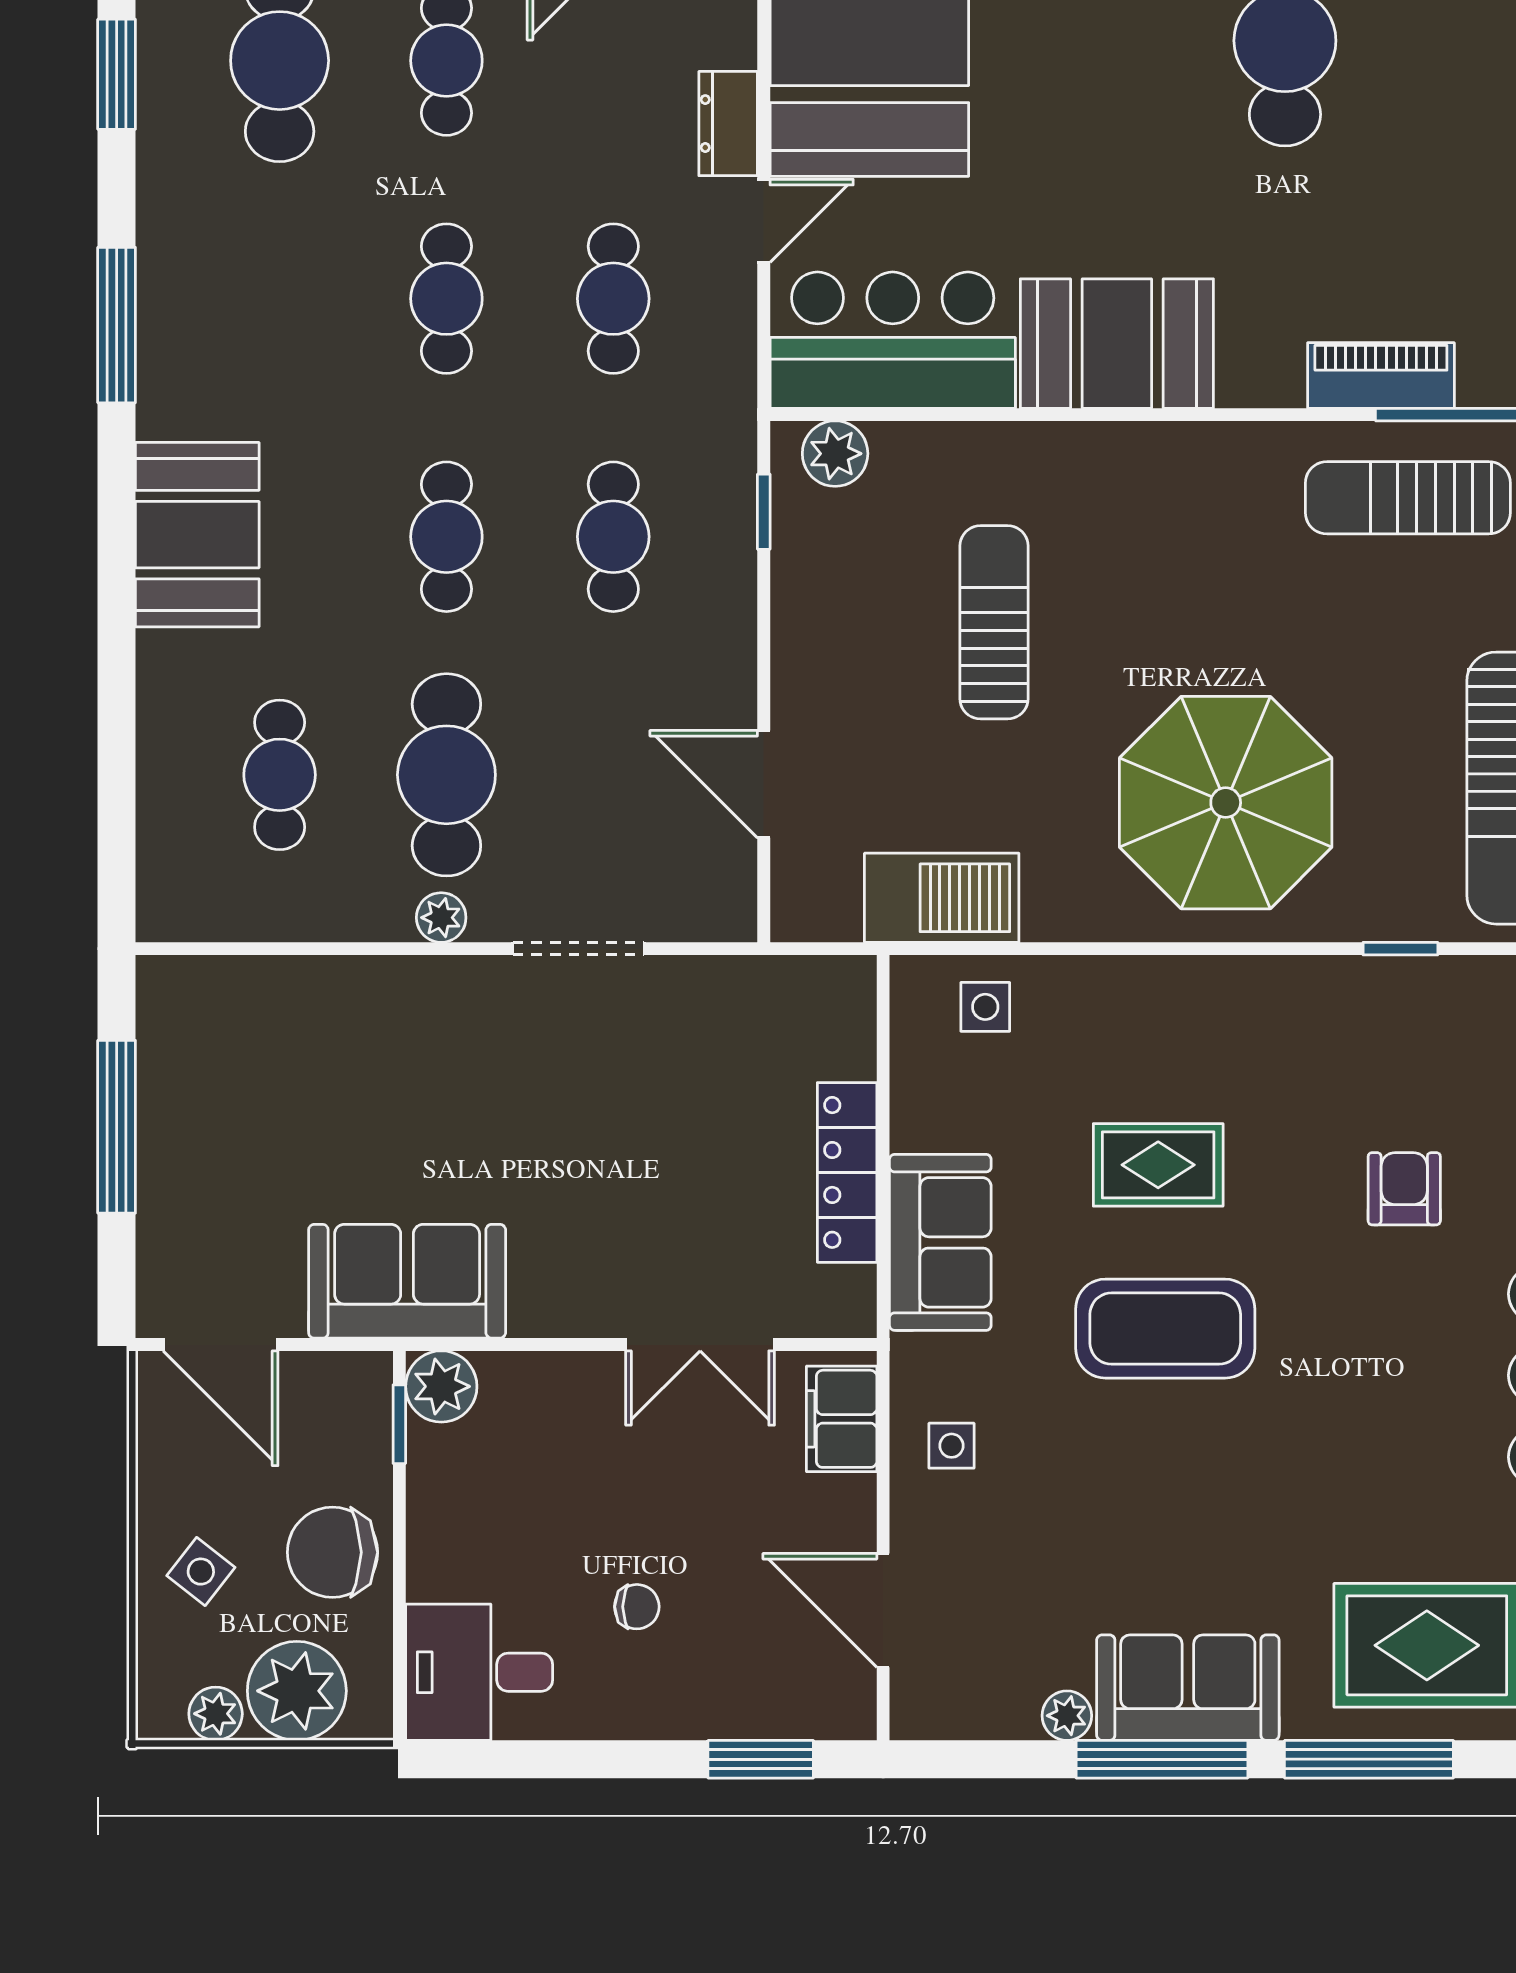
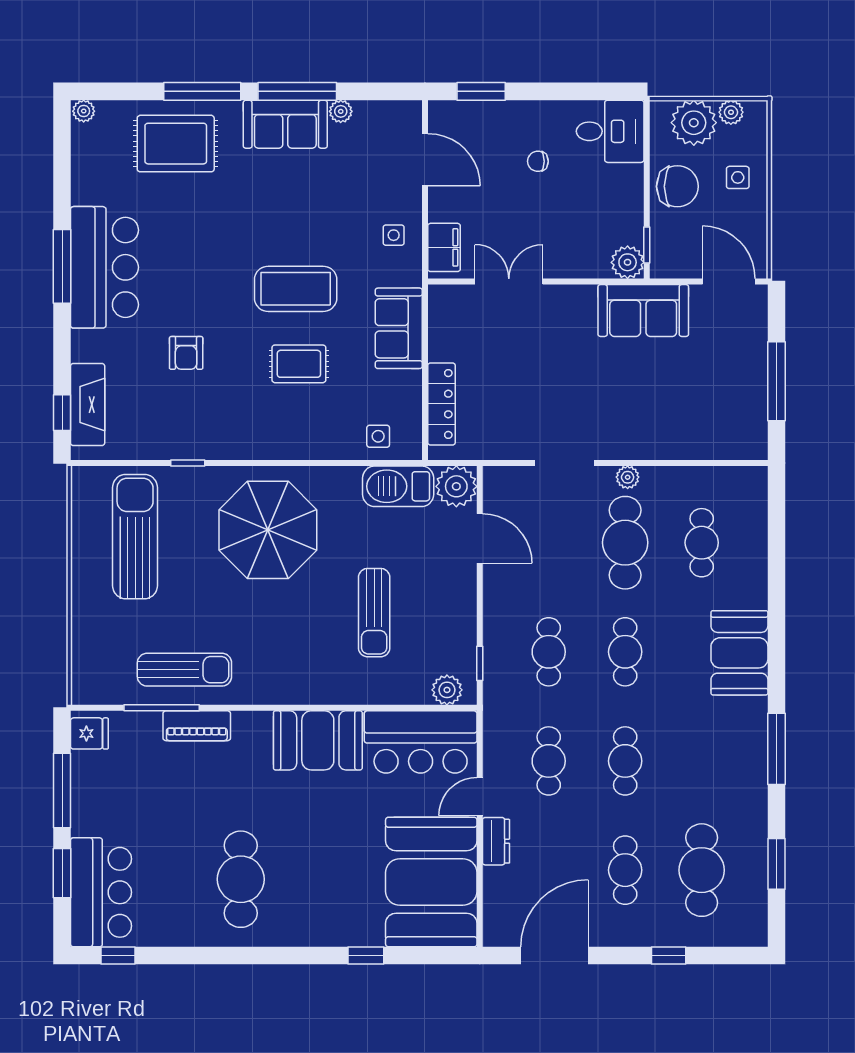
plant: (815, 898) -> (456, 486), added
locker: (847, 1172) -> (441, 404), moved
side table: (201, 1572) -> (738, 177), turned -38

